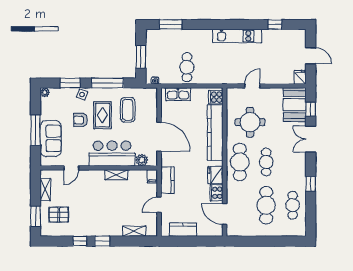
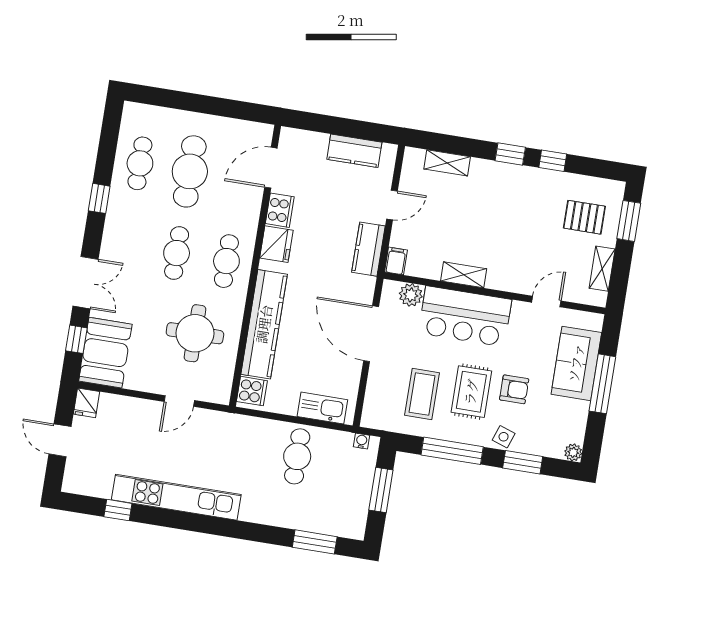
kitchen unit: (237, 36) -> (176, 497), width x1.36
cafe table: (240, 162) -> (226, 261), width x0.73, depth x0.74
door: (225, 214) -> (271, 168), swing flipped

